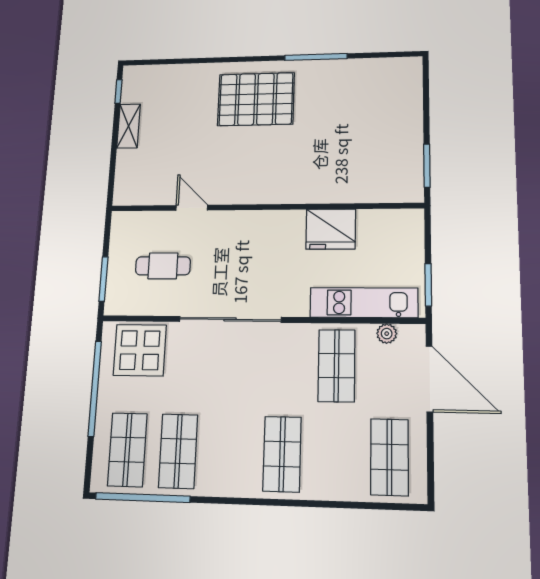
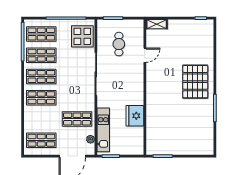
shelving: (129, 126) -> (157, 24), moved
shop shelf: (230, 453) -> (41, 76), added

